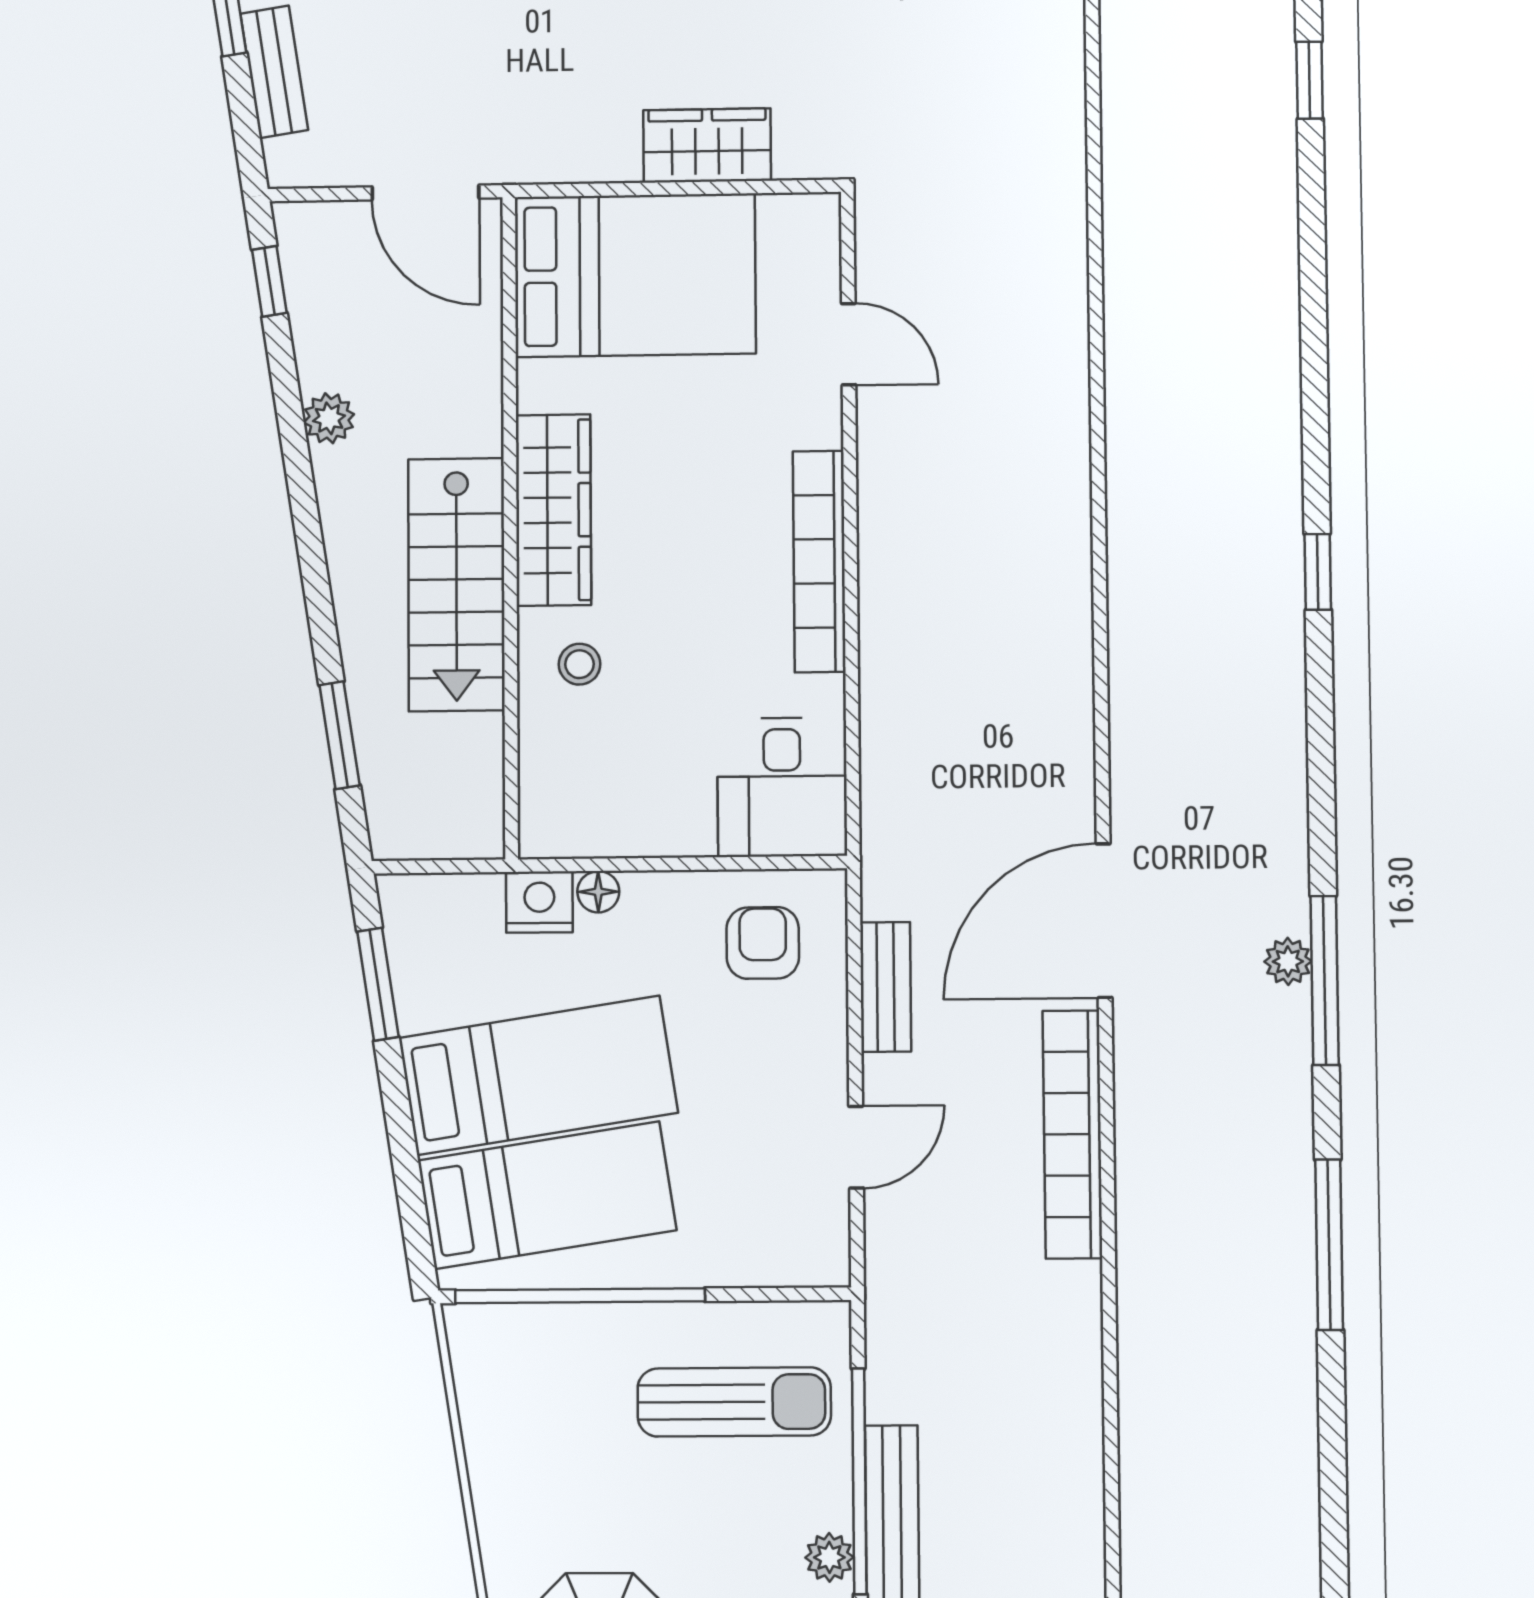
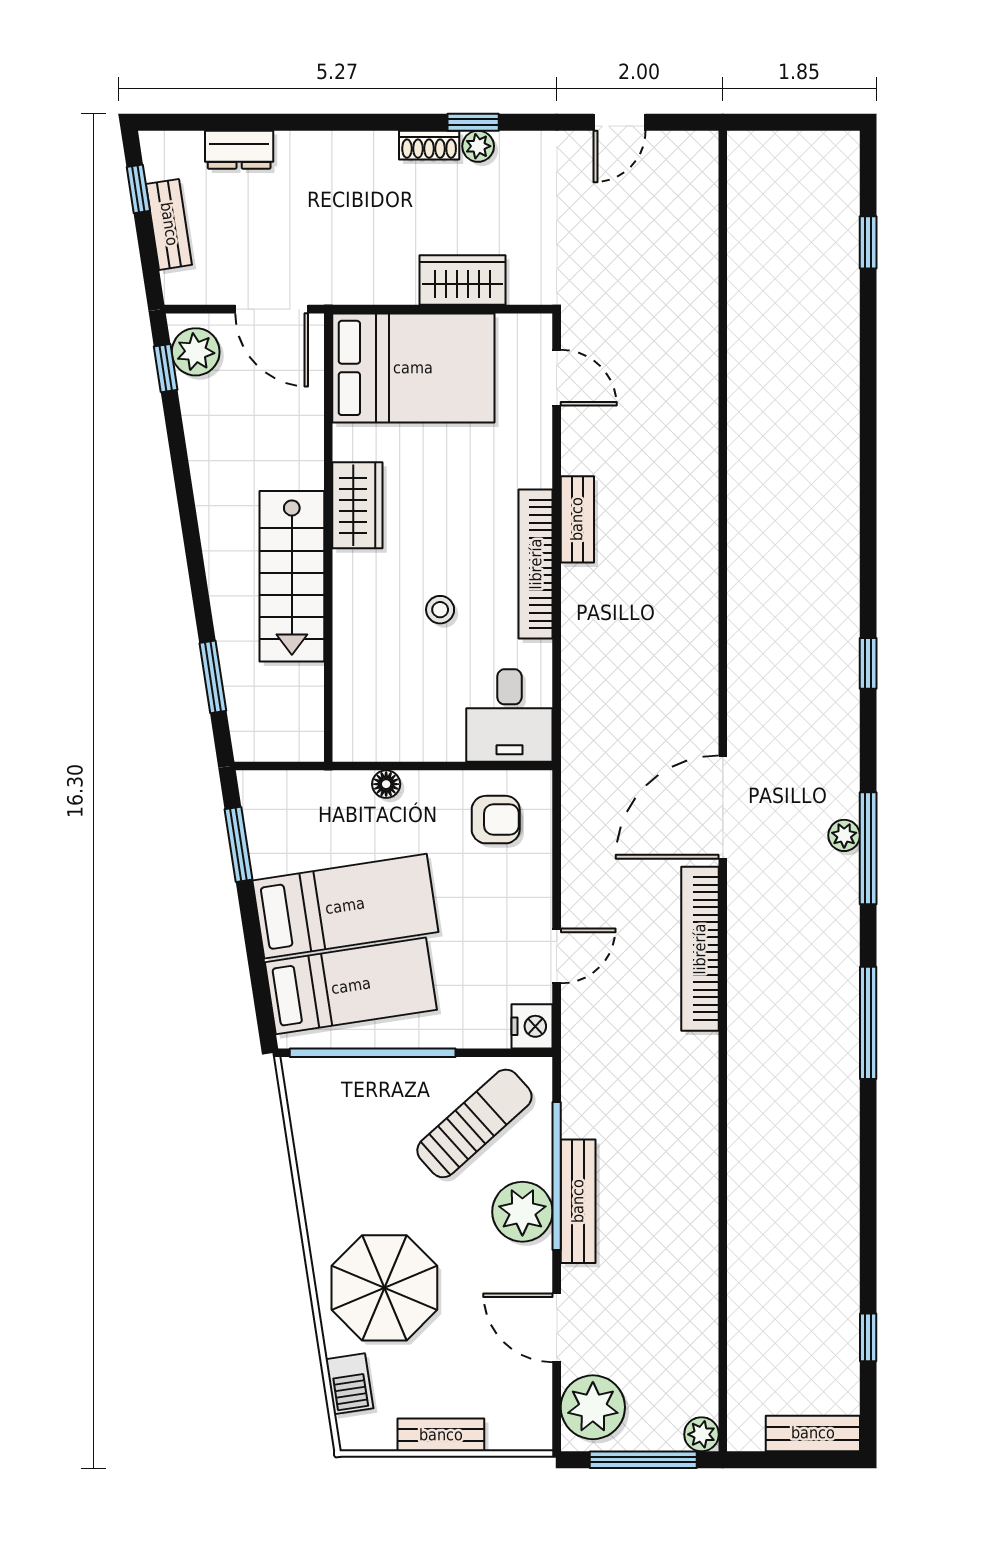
door: (849, 344) -> (557, 378), moved
plant: (329, 418) -> (196, 352), moved, width x1.38, depth x1.38
wardrobe: (553, 510) -> (357, 505), width x0.67
window: (1318, 572) -> (868, 663), moved
stool: (579, 664) -> (440, 610), moved
nightstand: (539, 902) -> (532, 1026), moved, turned 90
armchair: (763, 943) -> (496, 820), turned 90
bench: (886, 987) -> (577, 519), moved
sun lounger: (734, 1402) -> (474, 1123), turned -42
plant: (829, 1557) -> (522, 1212), width x1.88, depth x1.88

